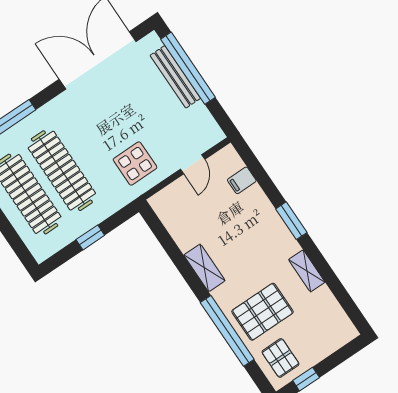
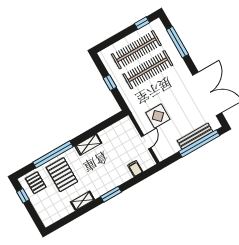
display table: (135, 164) -> (158, 116), moved
door: (193, 164) -> (146, 142), swing flipped
pallet: (280, 358) -> (36, 183), turned 90

